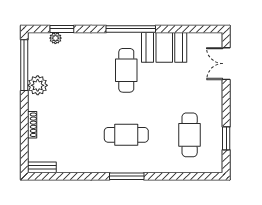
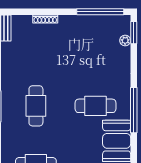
window: (62, 29) -> (134, 33), moved
plant: (38, 85) -> (82, 24), removed

